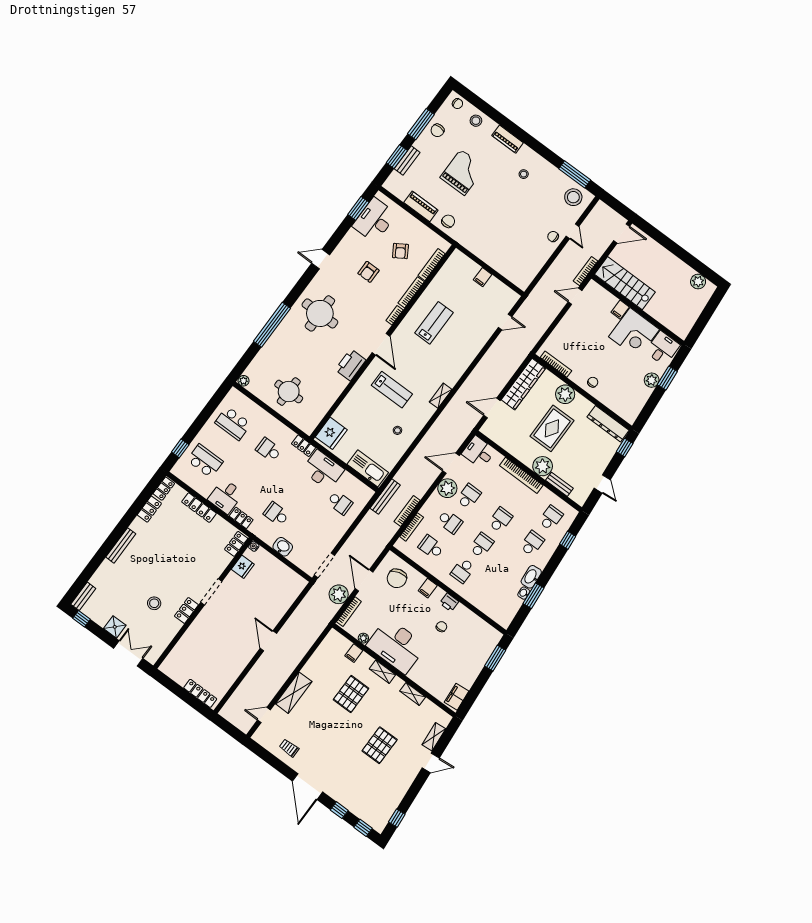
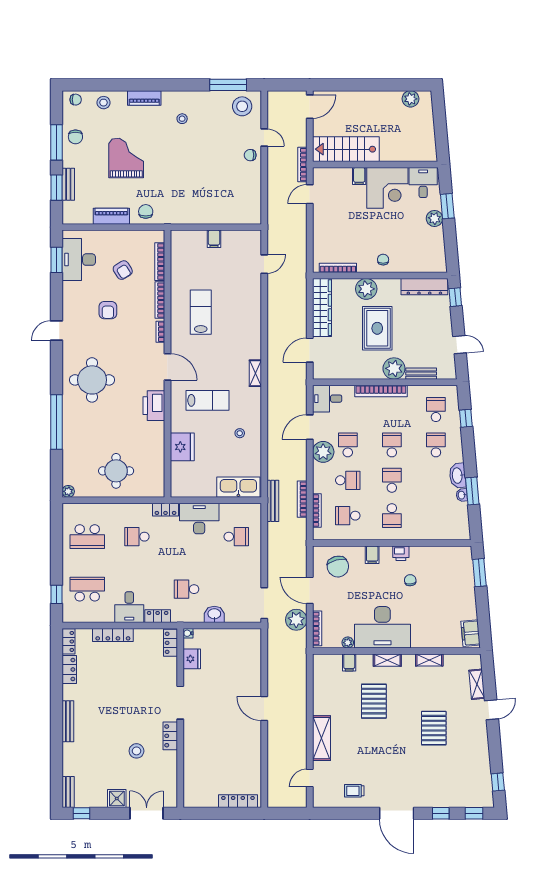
fridge: (331, 433) -> (182, 447), moved

